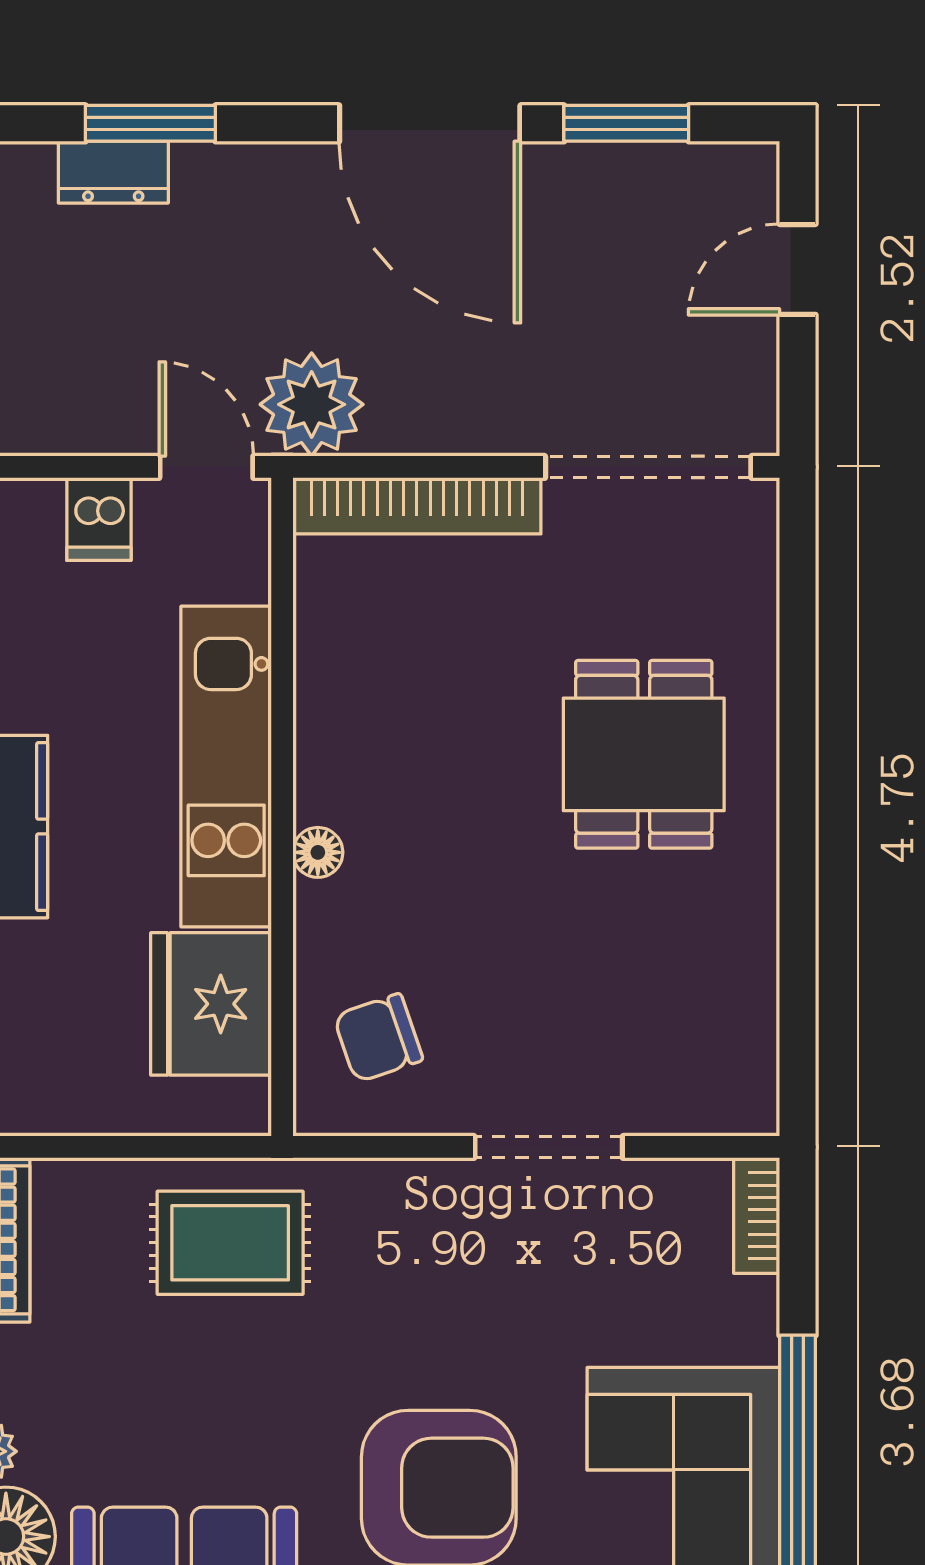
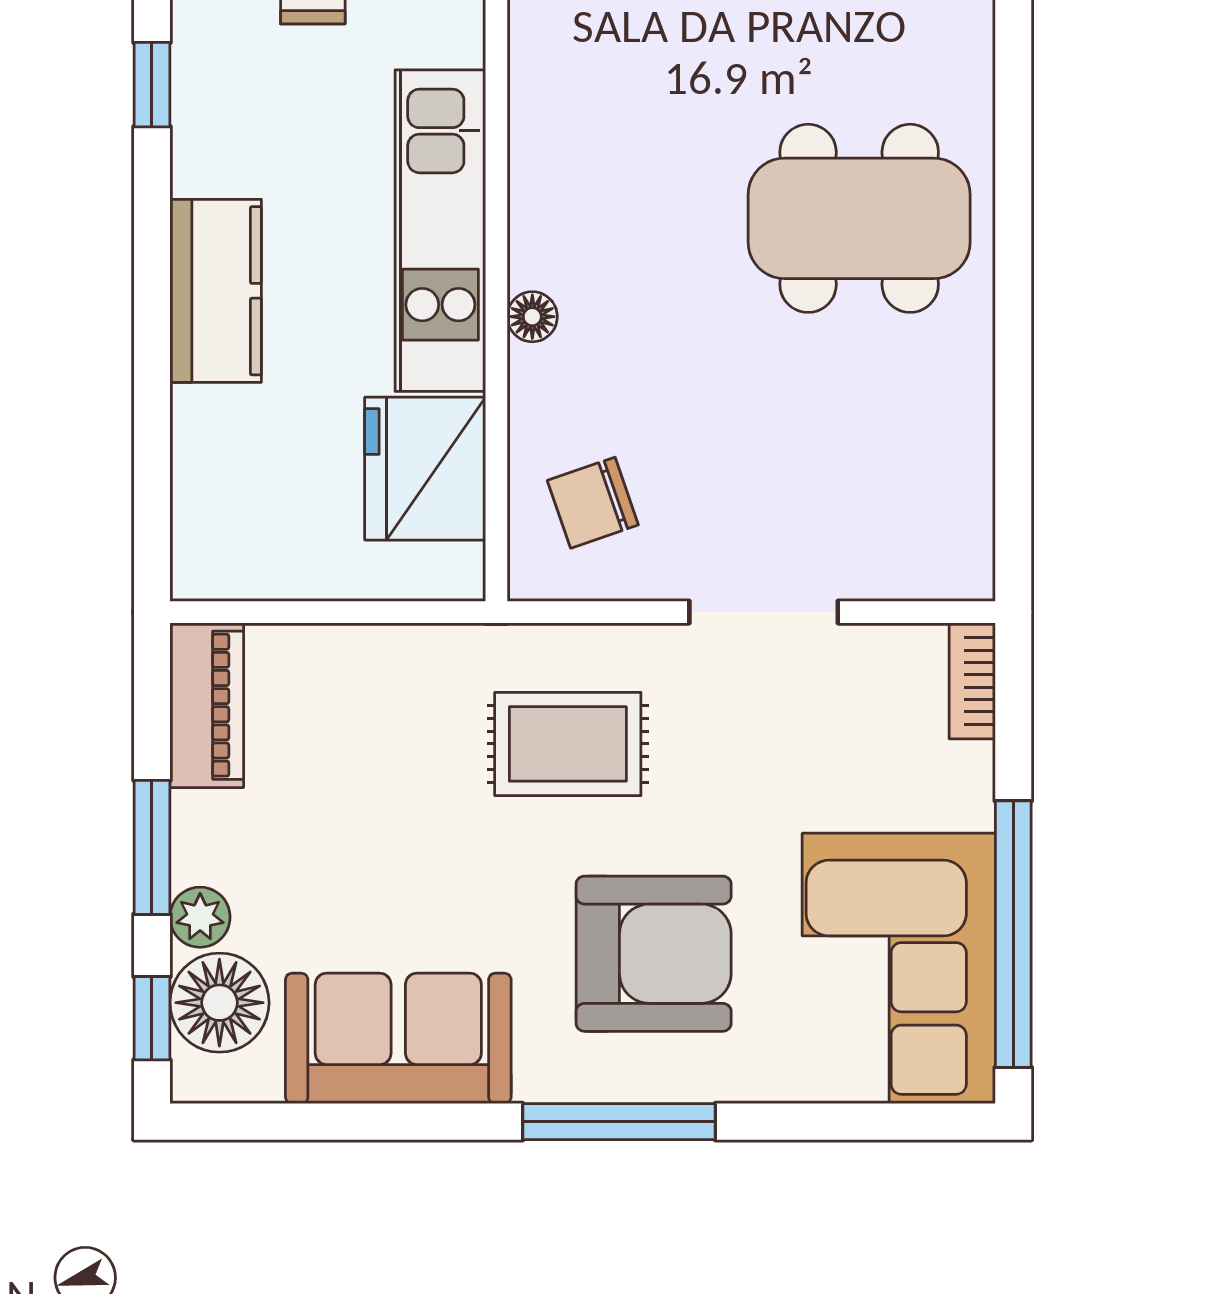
dining table: (644, 754) -> (859, 218), width x1.37
rug: (230, 1243) -> (568, 744), moved

